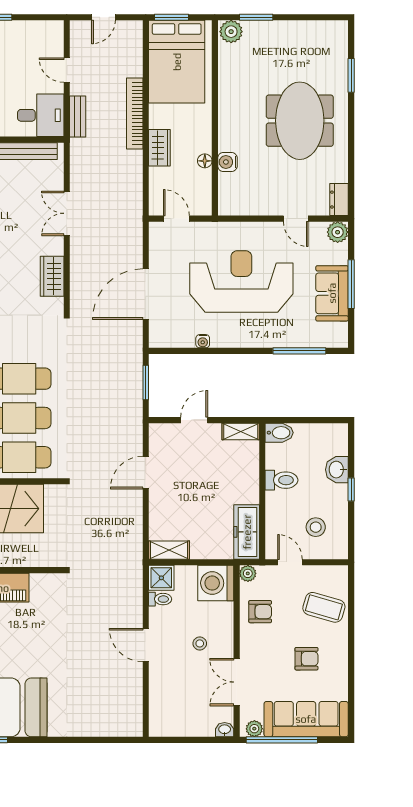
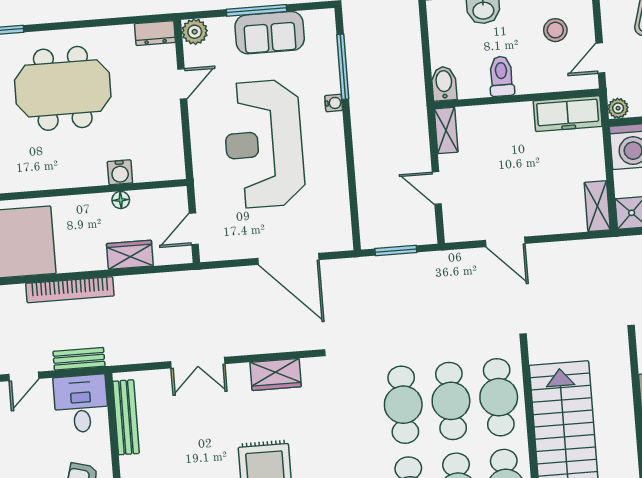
wardrobe: (159, 148) -> (130, 255), moved
water cooler: (203, 341) -> (334, 103), moved

